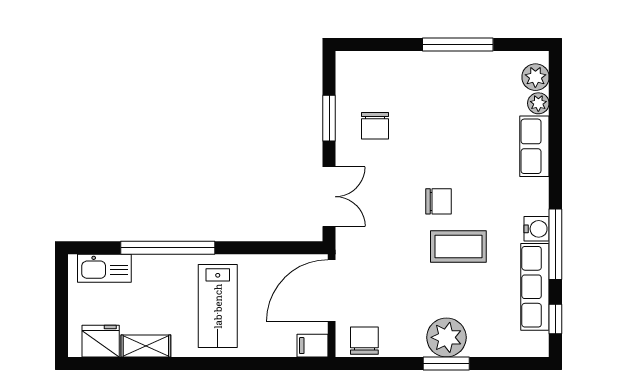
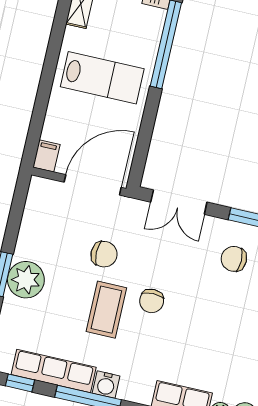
door: (332, 290) -> (93, 185), hinge flipped
lab bench: (218, 306) -> (102, 78), turned 180
chair: (364, 341) -> (104, 254), moved

